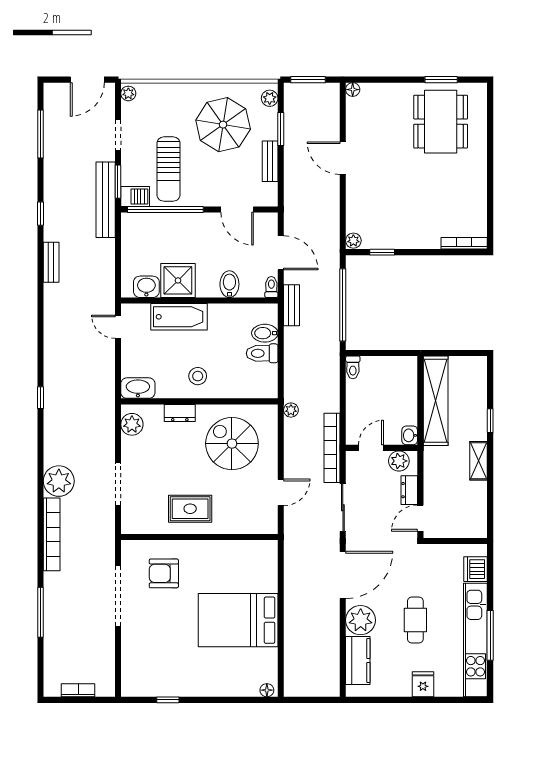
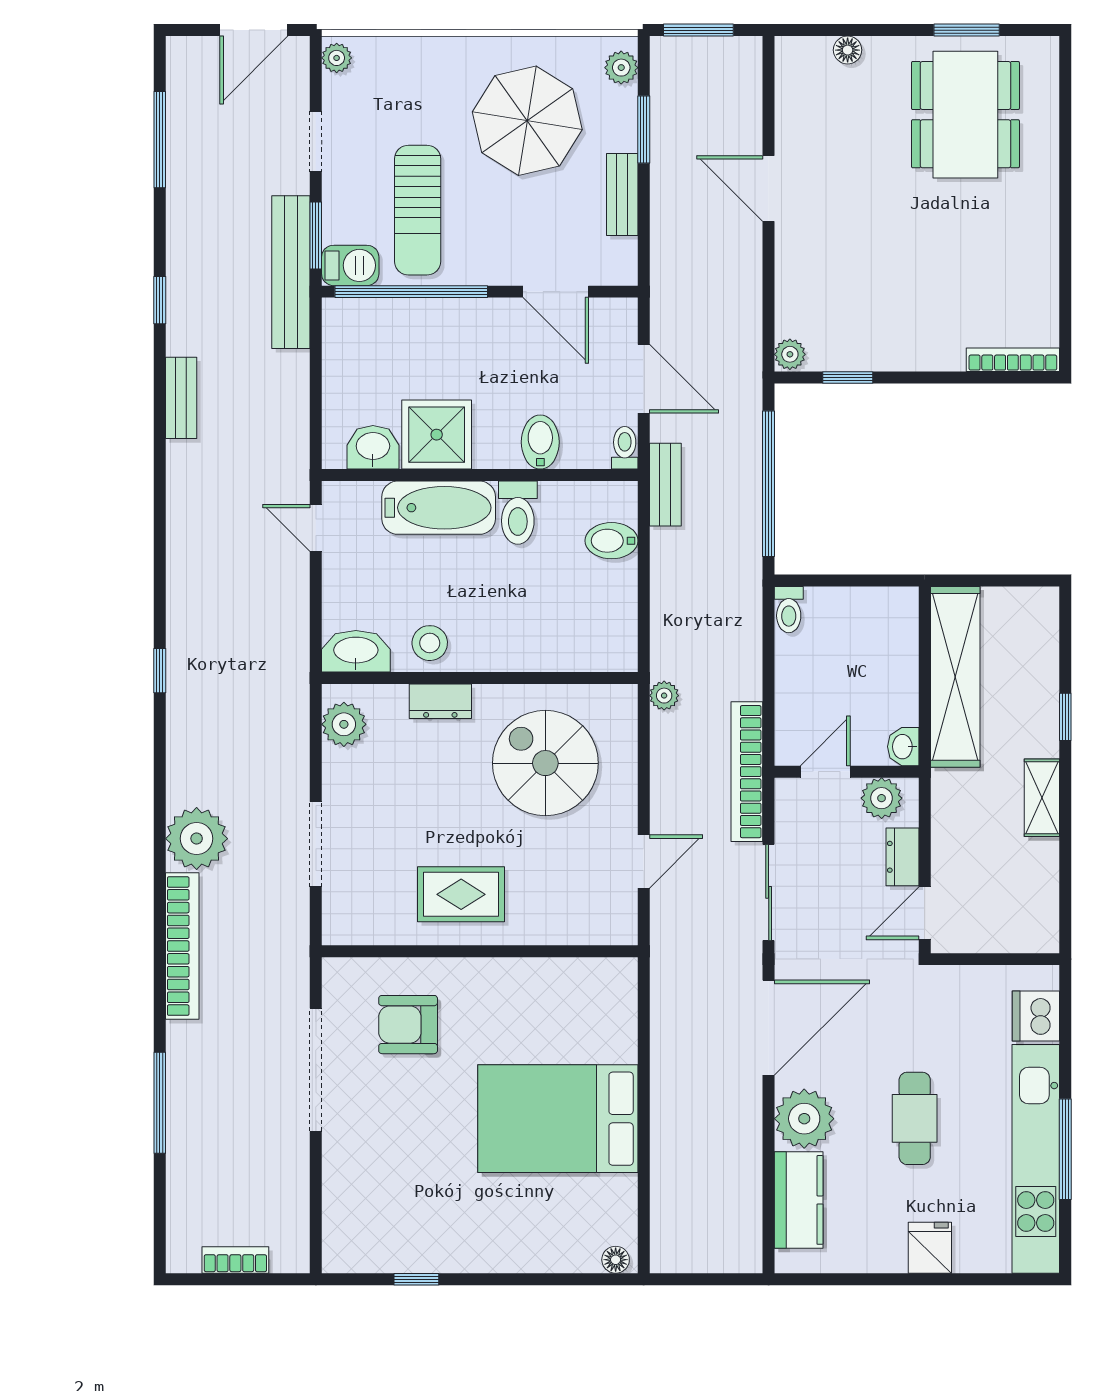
floor lamp: (353, 90) -> (848, 50), moved
toilet: (262, 353) -> (518, 513), moved, turned -90
stool: (198, 376) -> (430, 643), moved

